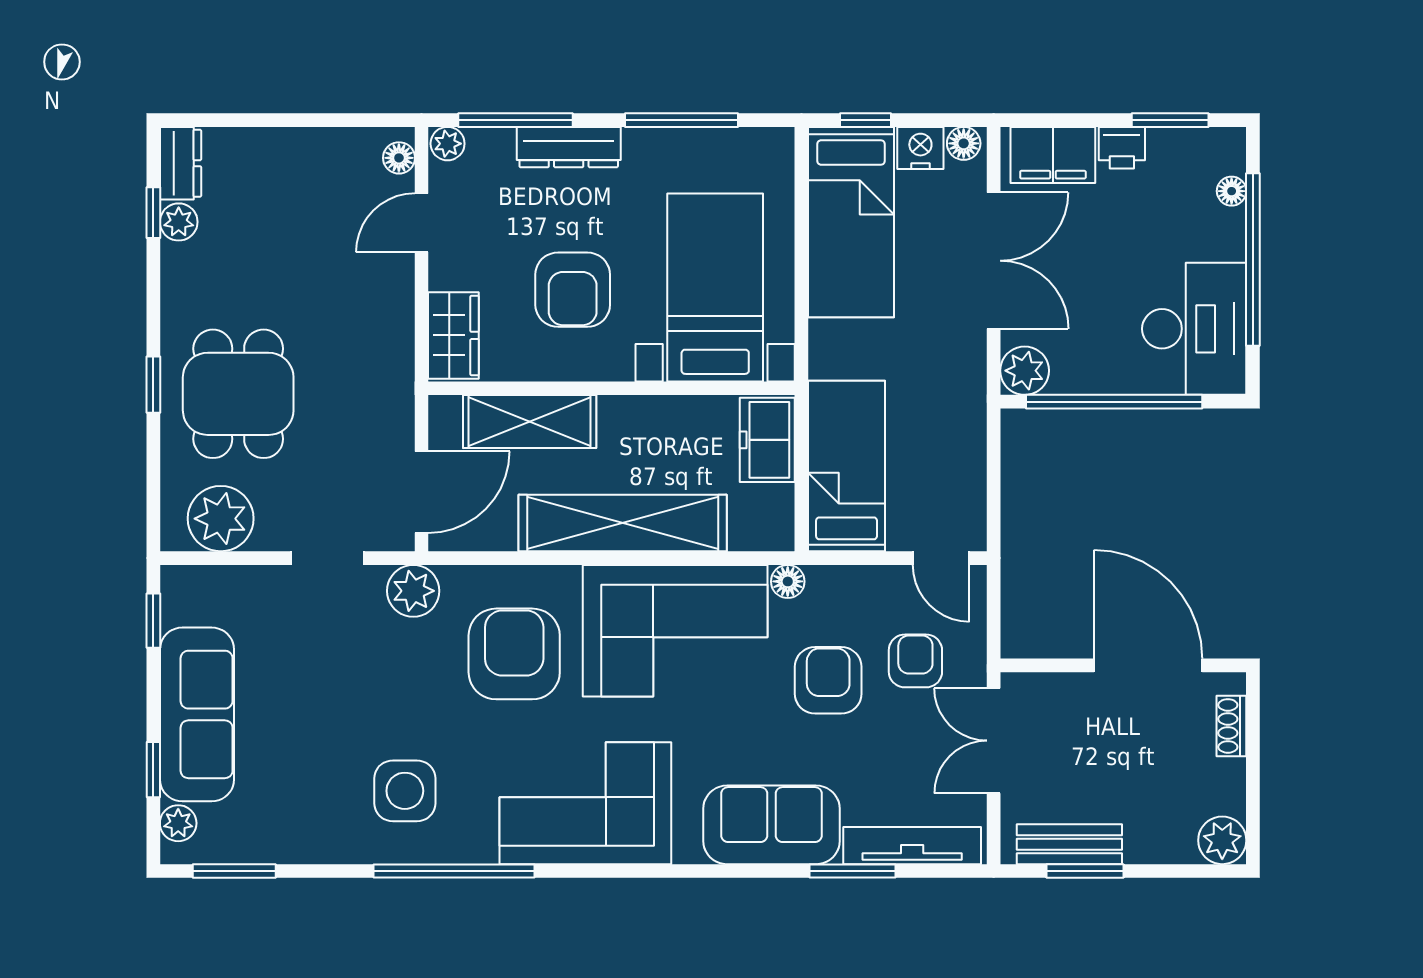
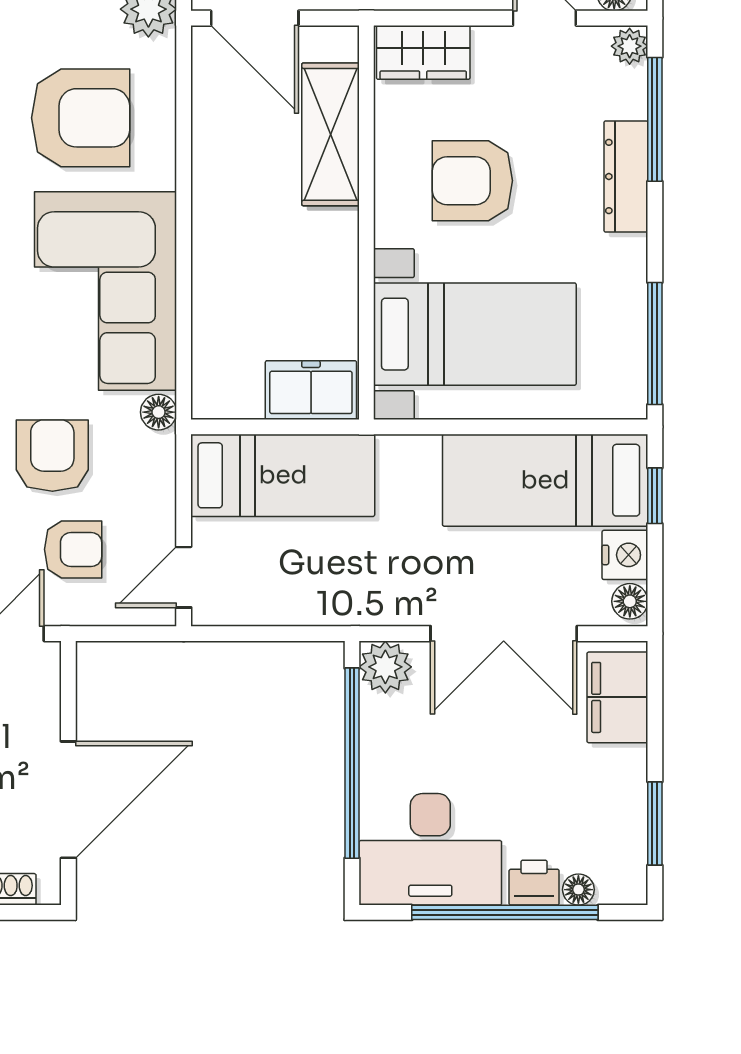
window: (681, 120) -> (655, 344), moved
printer: (1122, 148) -> (534, 883), moved, turned 90
shelving: (623, 523) -> (221, 235), removed
armchair: (828, 680) -> (52, 456), turned -90

